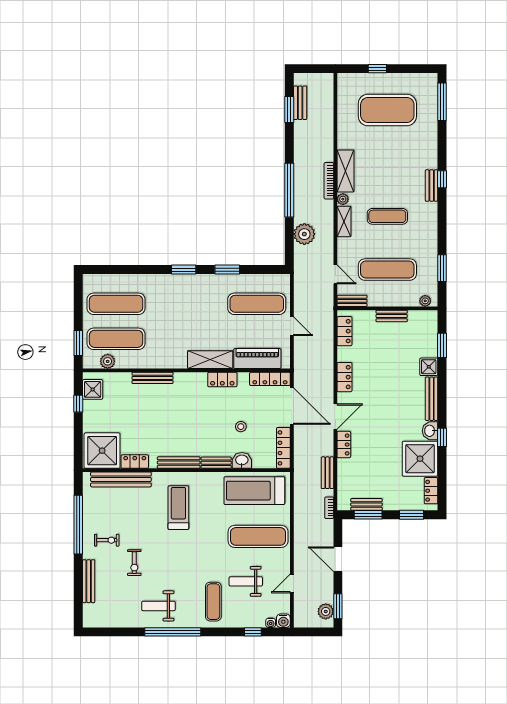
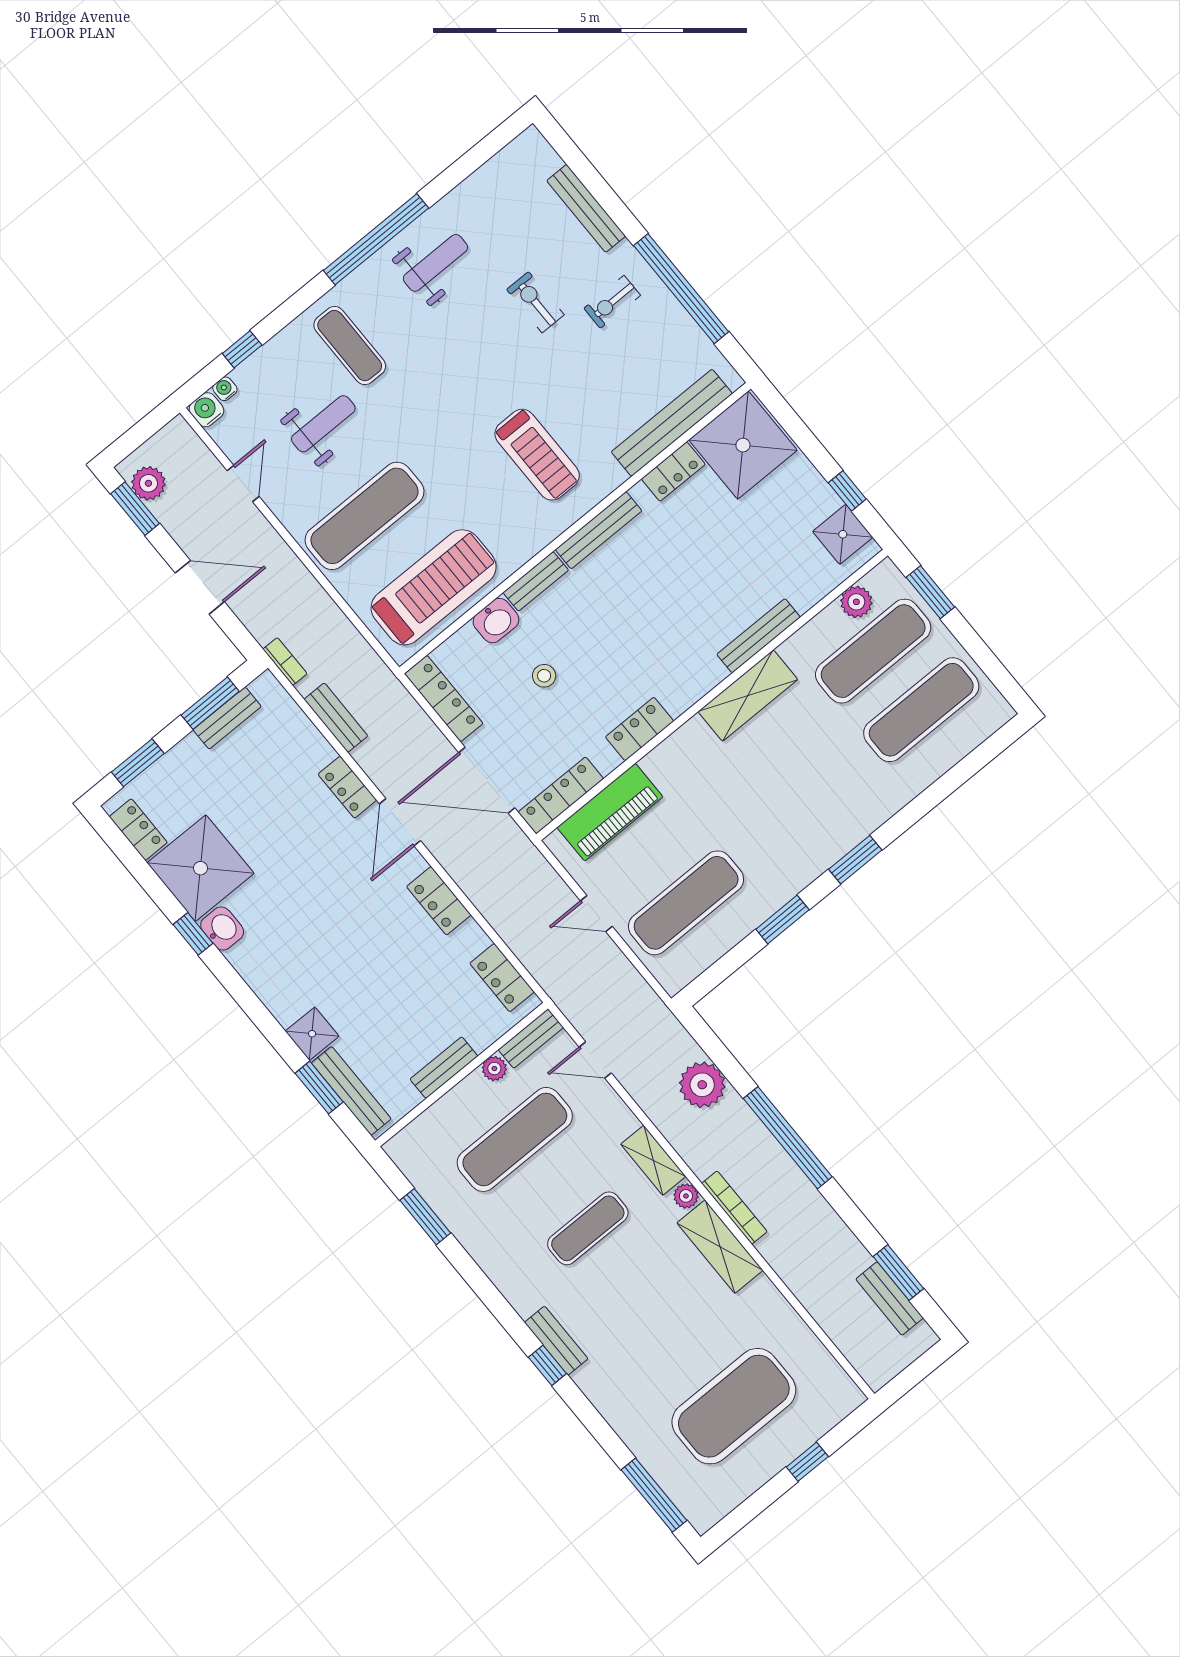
plant: (425, 301) -> (494, 1069), moved
shelving: (210, 360) -> (748, 696), moved
bench: (432, 399) -> (351, 1091), moved

